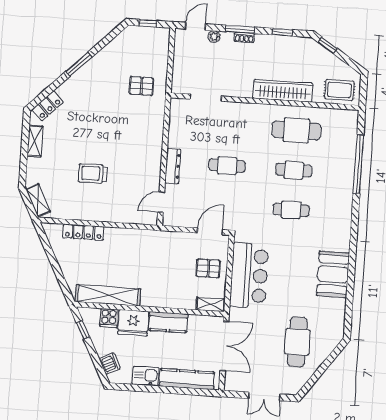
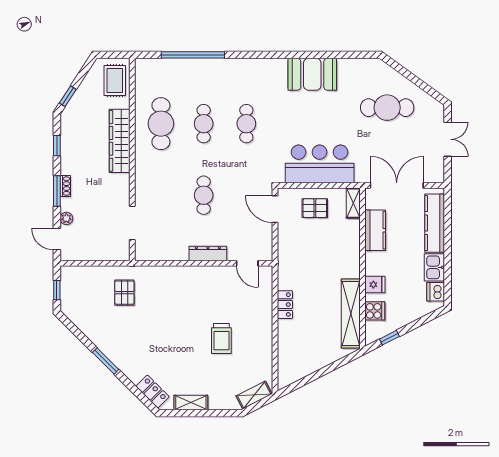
locker: (83, 232) -> (285, 305), moved, width x0.66
pallet: (208, 268) -> (315, 208), turned 90
kitchen counter: (168, 322) -> (375, 230), moved
fridge: (133, 323) -> (375, 285), width x0.53, depth x0.75
dishwasher: (110, 364) -> (436, 292), moved, turned -63

